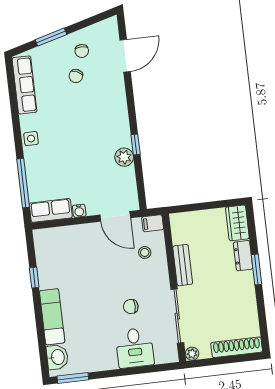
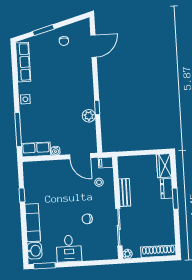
chair: (76, 76) -> (59, 58), removed
desk: (135, 348) -> (69, 249), moved

